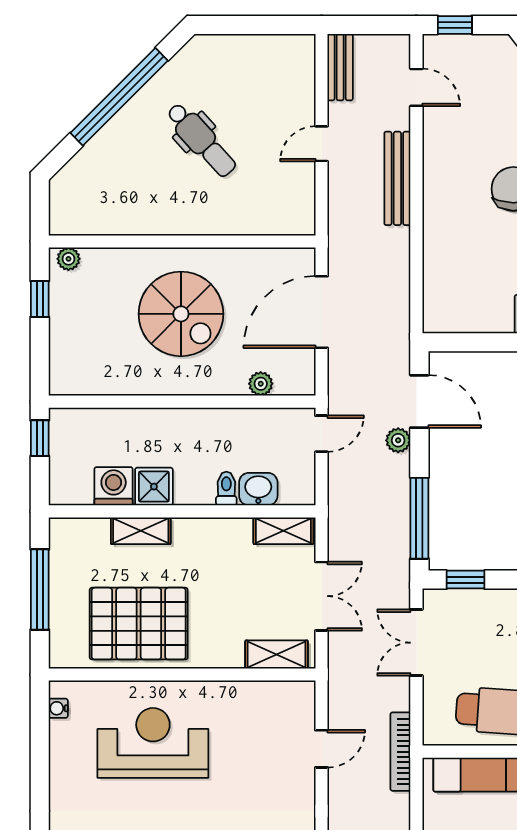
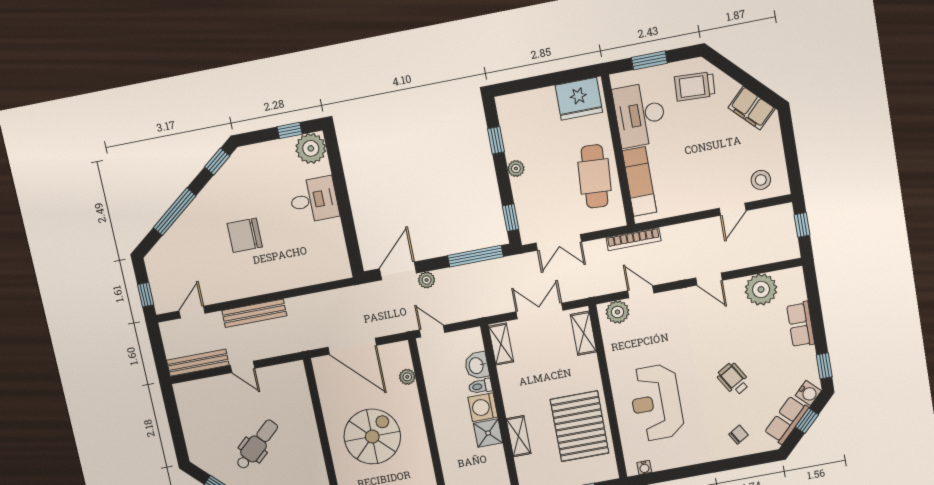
bench: (340, 67) -> (198, 363), width x1.36
washing machine: (114, 486) -> (483, 407), moved
plant: (298, 710) -> (617, 312), added

